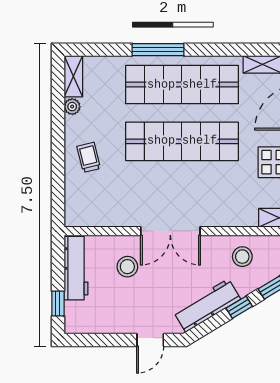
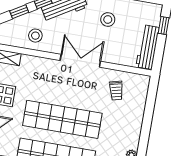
trolley: (89, 157) -> (116, 91), moved
stool: (127, 267) -> (108, 19), moved

